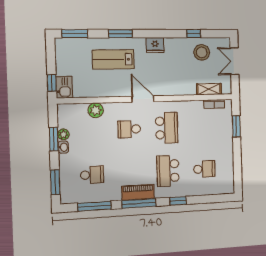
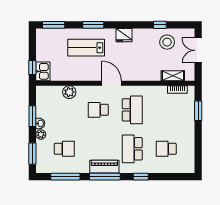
plant: (63, 134) -> (41, 135), moved
school desk: (204, 169) -> (166, 149), turned 180

